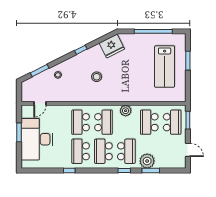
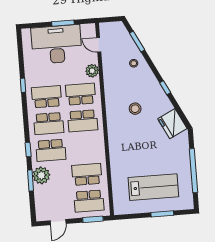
lab bench: (165, 67) -> (153, 187), turned 180
plant: (126, 111) -> (92, 71), moved
school desk: (103, 151) -> (49, 123), turned 180

